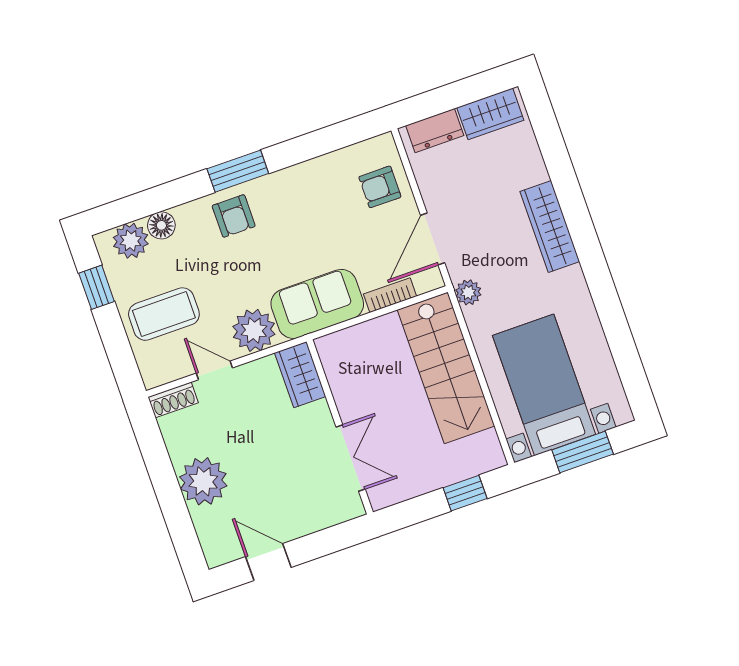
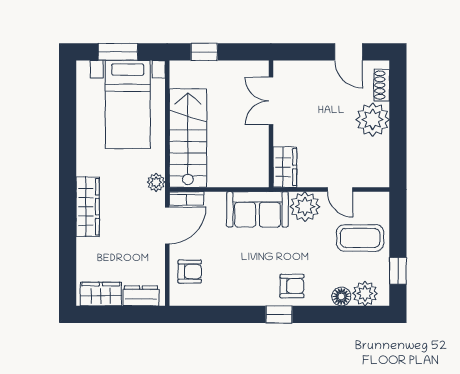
window: (238, 171) -> (279, 314), width x0.67
armchair: (234, 216) -> (292, 286), turned 90
bookcase: (390, 295) -> (186, 198), moved
shoe rack: (173, 400) -> (382, 85), moved, turned -90

